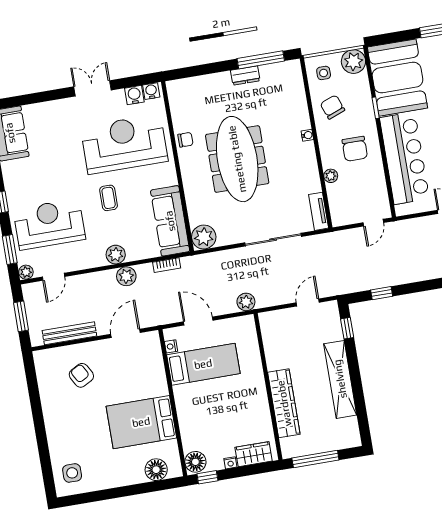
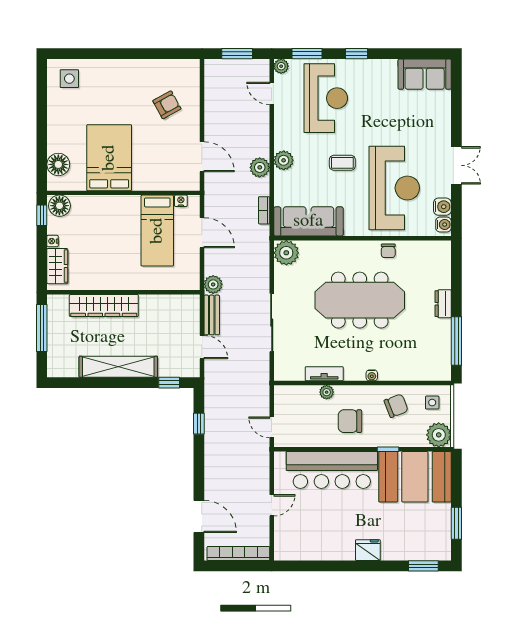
dresser: (245, 75) -> (443, 304), moved
tv unit: (319, 211) -> (324, 374), moved
door: (198, 321) -> (202, 233), hinge flipped
bench: (69, 333) -> (212, 315), moved, width x0.73

